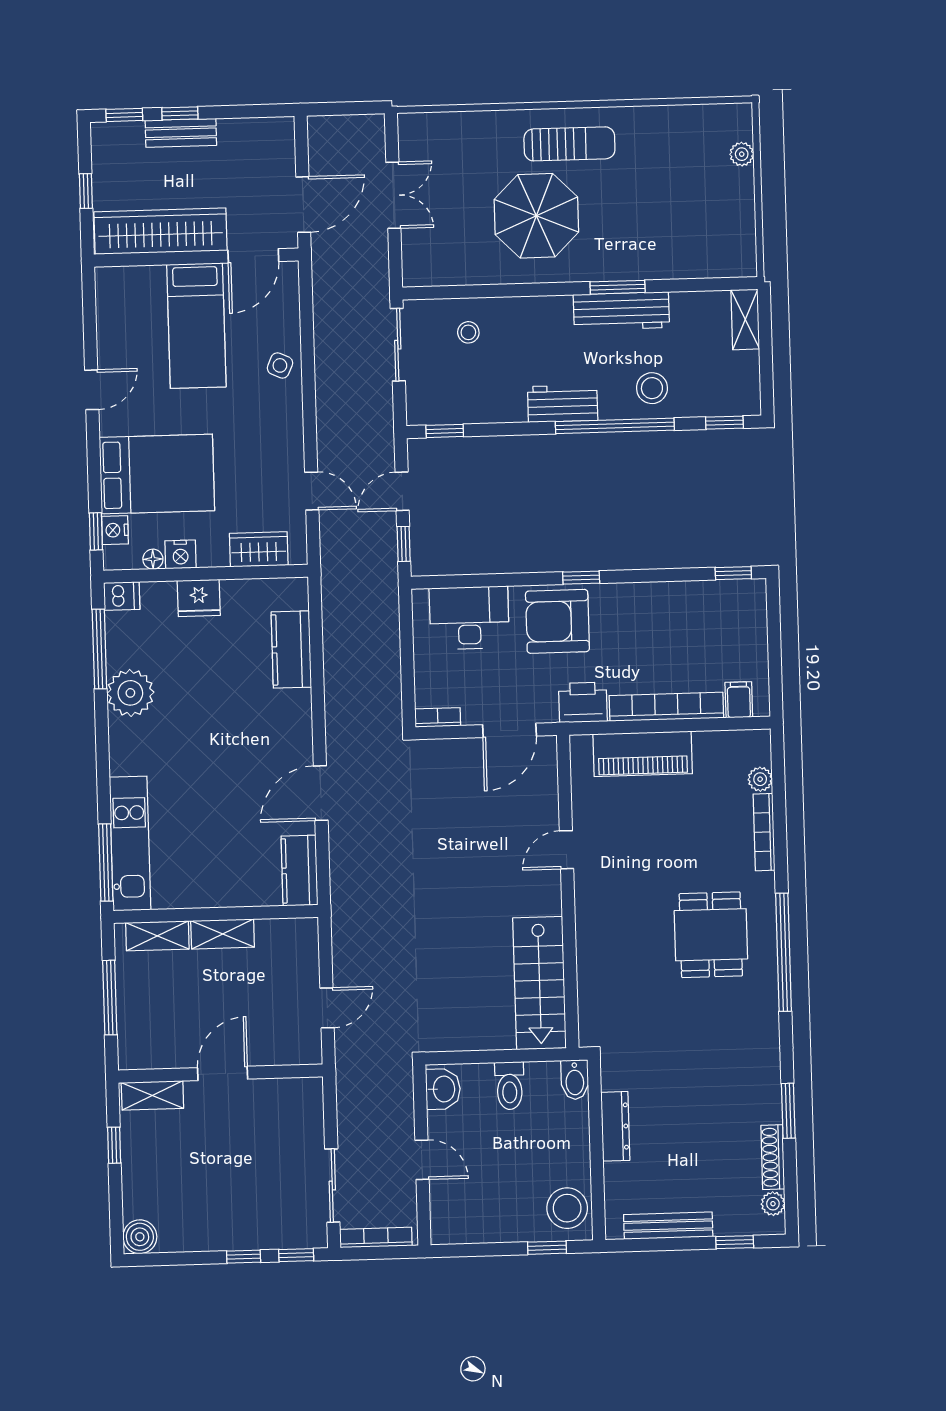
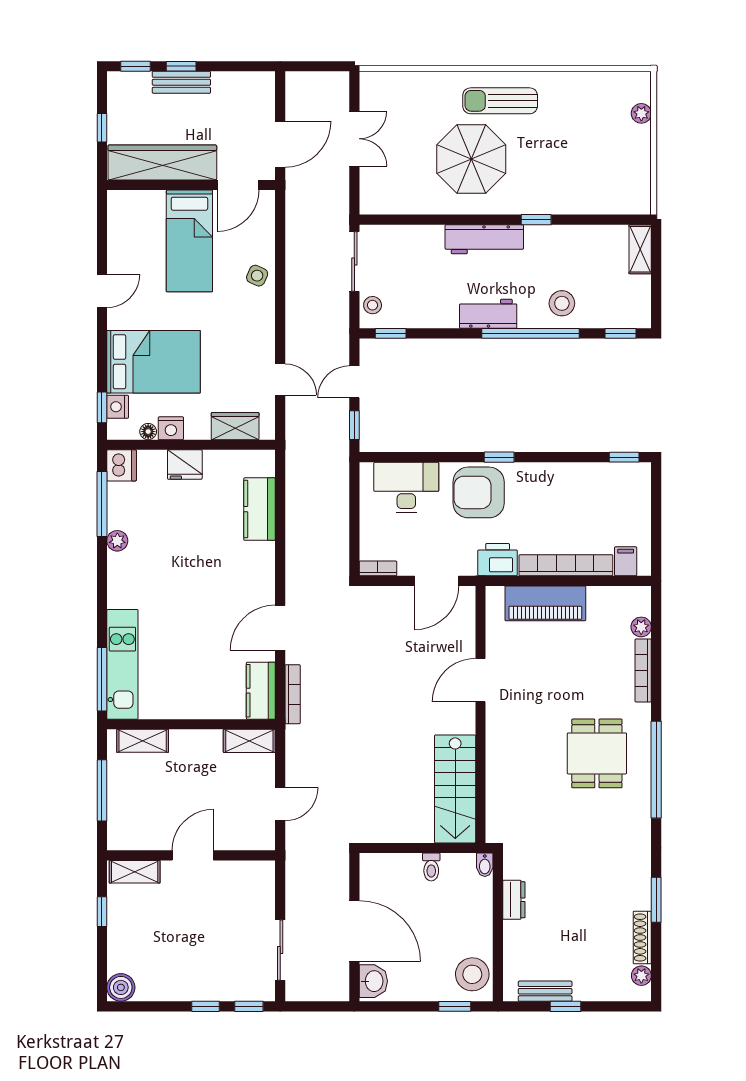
sun lounger: (569, 144) -> (500, 101), turned 180
window: (618, 287) -> (536, 220), width x0.67
workbench: (621, 311) -> (484, 239), moved
stool: (468, 332) -> (373, 305), moved
dishwasher: (122, 596) -> (122, 465), width x1.38
plant: (130, 693) -> (117, 541), width x0.53, depth x0.53
door: (566, 850) -> (480, 680), width x1.38
shelving: (223, 934) -> (249, 741), moved
bidet: (575, 1080) -> (485, 865), width x0.72, depth x0.74
toilet: (510, 1086) -> (431, 867), width x0.73, depth x0.72
washbasin: (443, 1089) -> (373, 981), moved
dresser: (615, 1126) -> (514, 900), width x0.70
door: (422, 1160) -> (354, 931), width x1.88
bench: (668, 1226) -> (545, 991), width x0.73
bookcase: (376, 1238) -> (293, 694), moved, turned 90
window: (735, 1242) -> (565, 1006), moved

